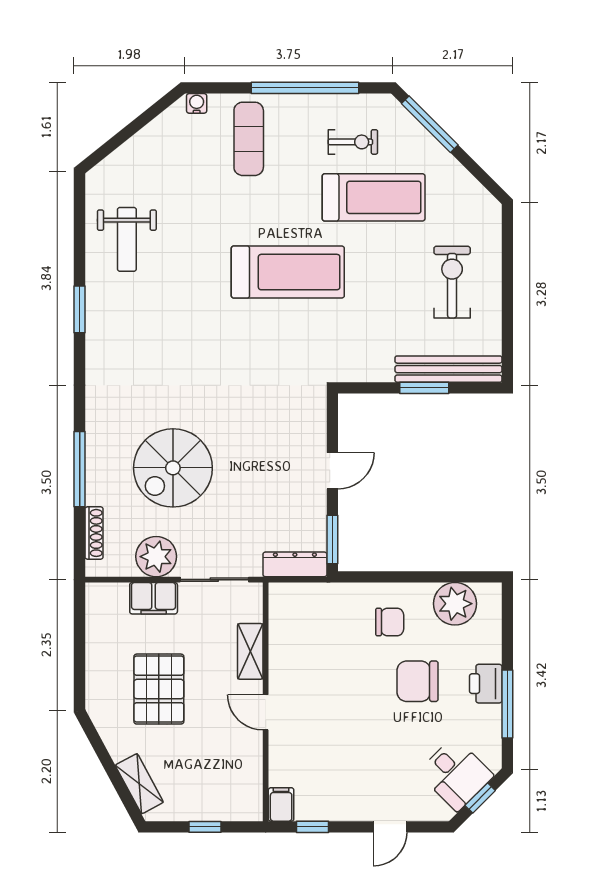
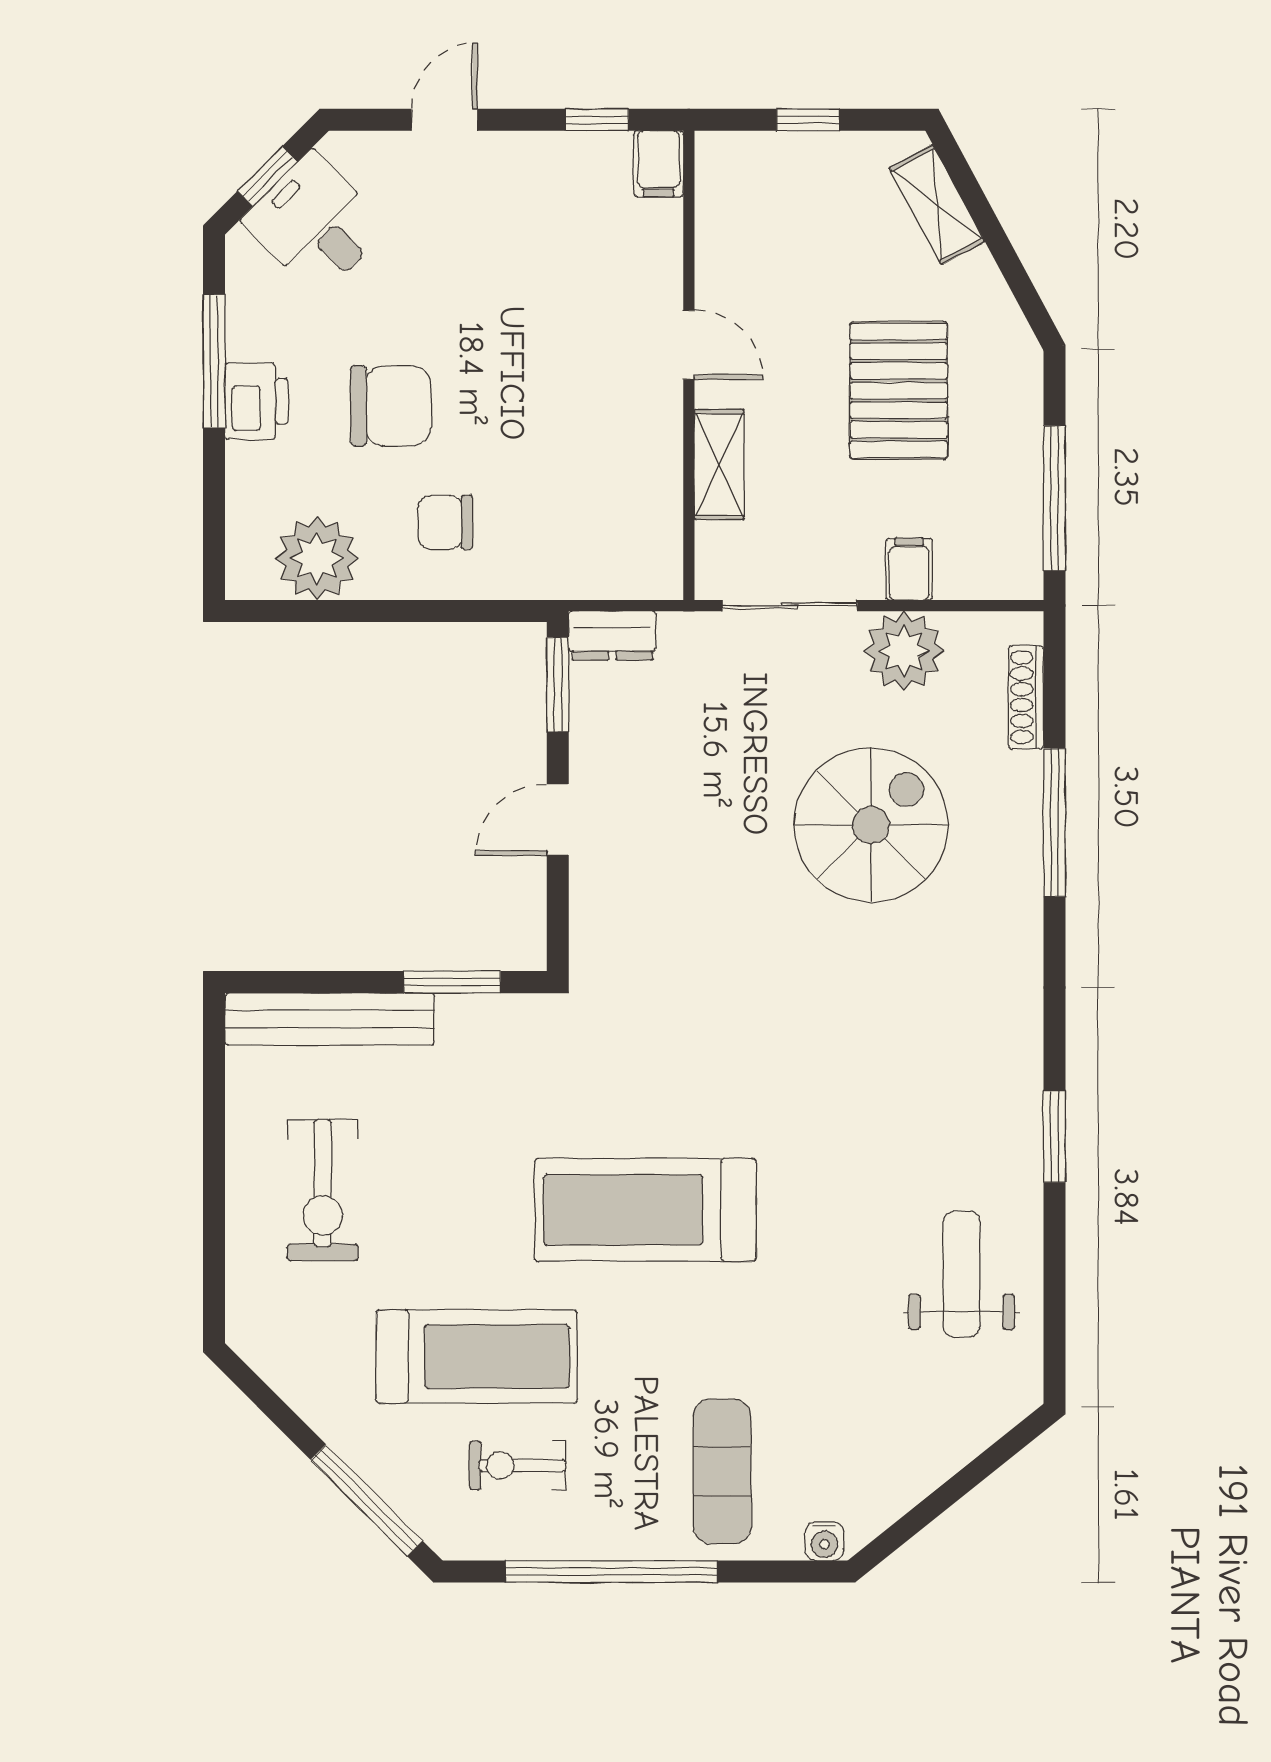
treadmill: (374, 197) -> (477, 1356), turned 180
window: (424, 388) -> (452, 982), moved
dresser: (295, 564) -> (612, 636), width x0.70
filing cabinet: (154, 598) -> (909, 569), width x0.50
window: (80, 634) -> (1054, 498), added

